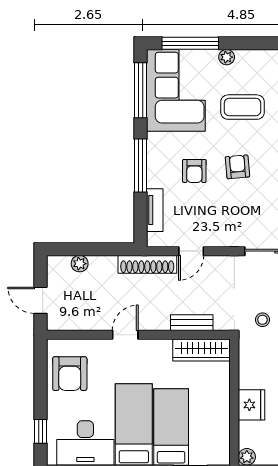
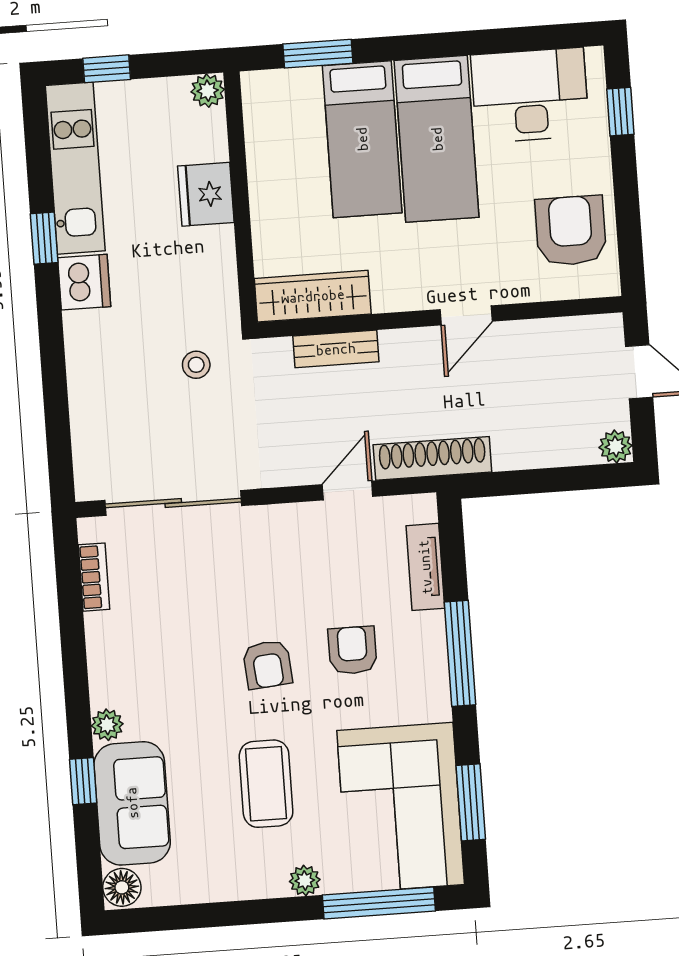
window: (140, 90) -> (471, 802), width x0.69
coffee table: (242, 107) -> (266, 784), turned 90
plant: (80, 264) -> (616, 447), moved

